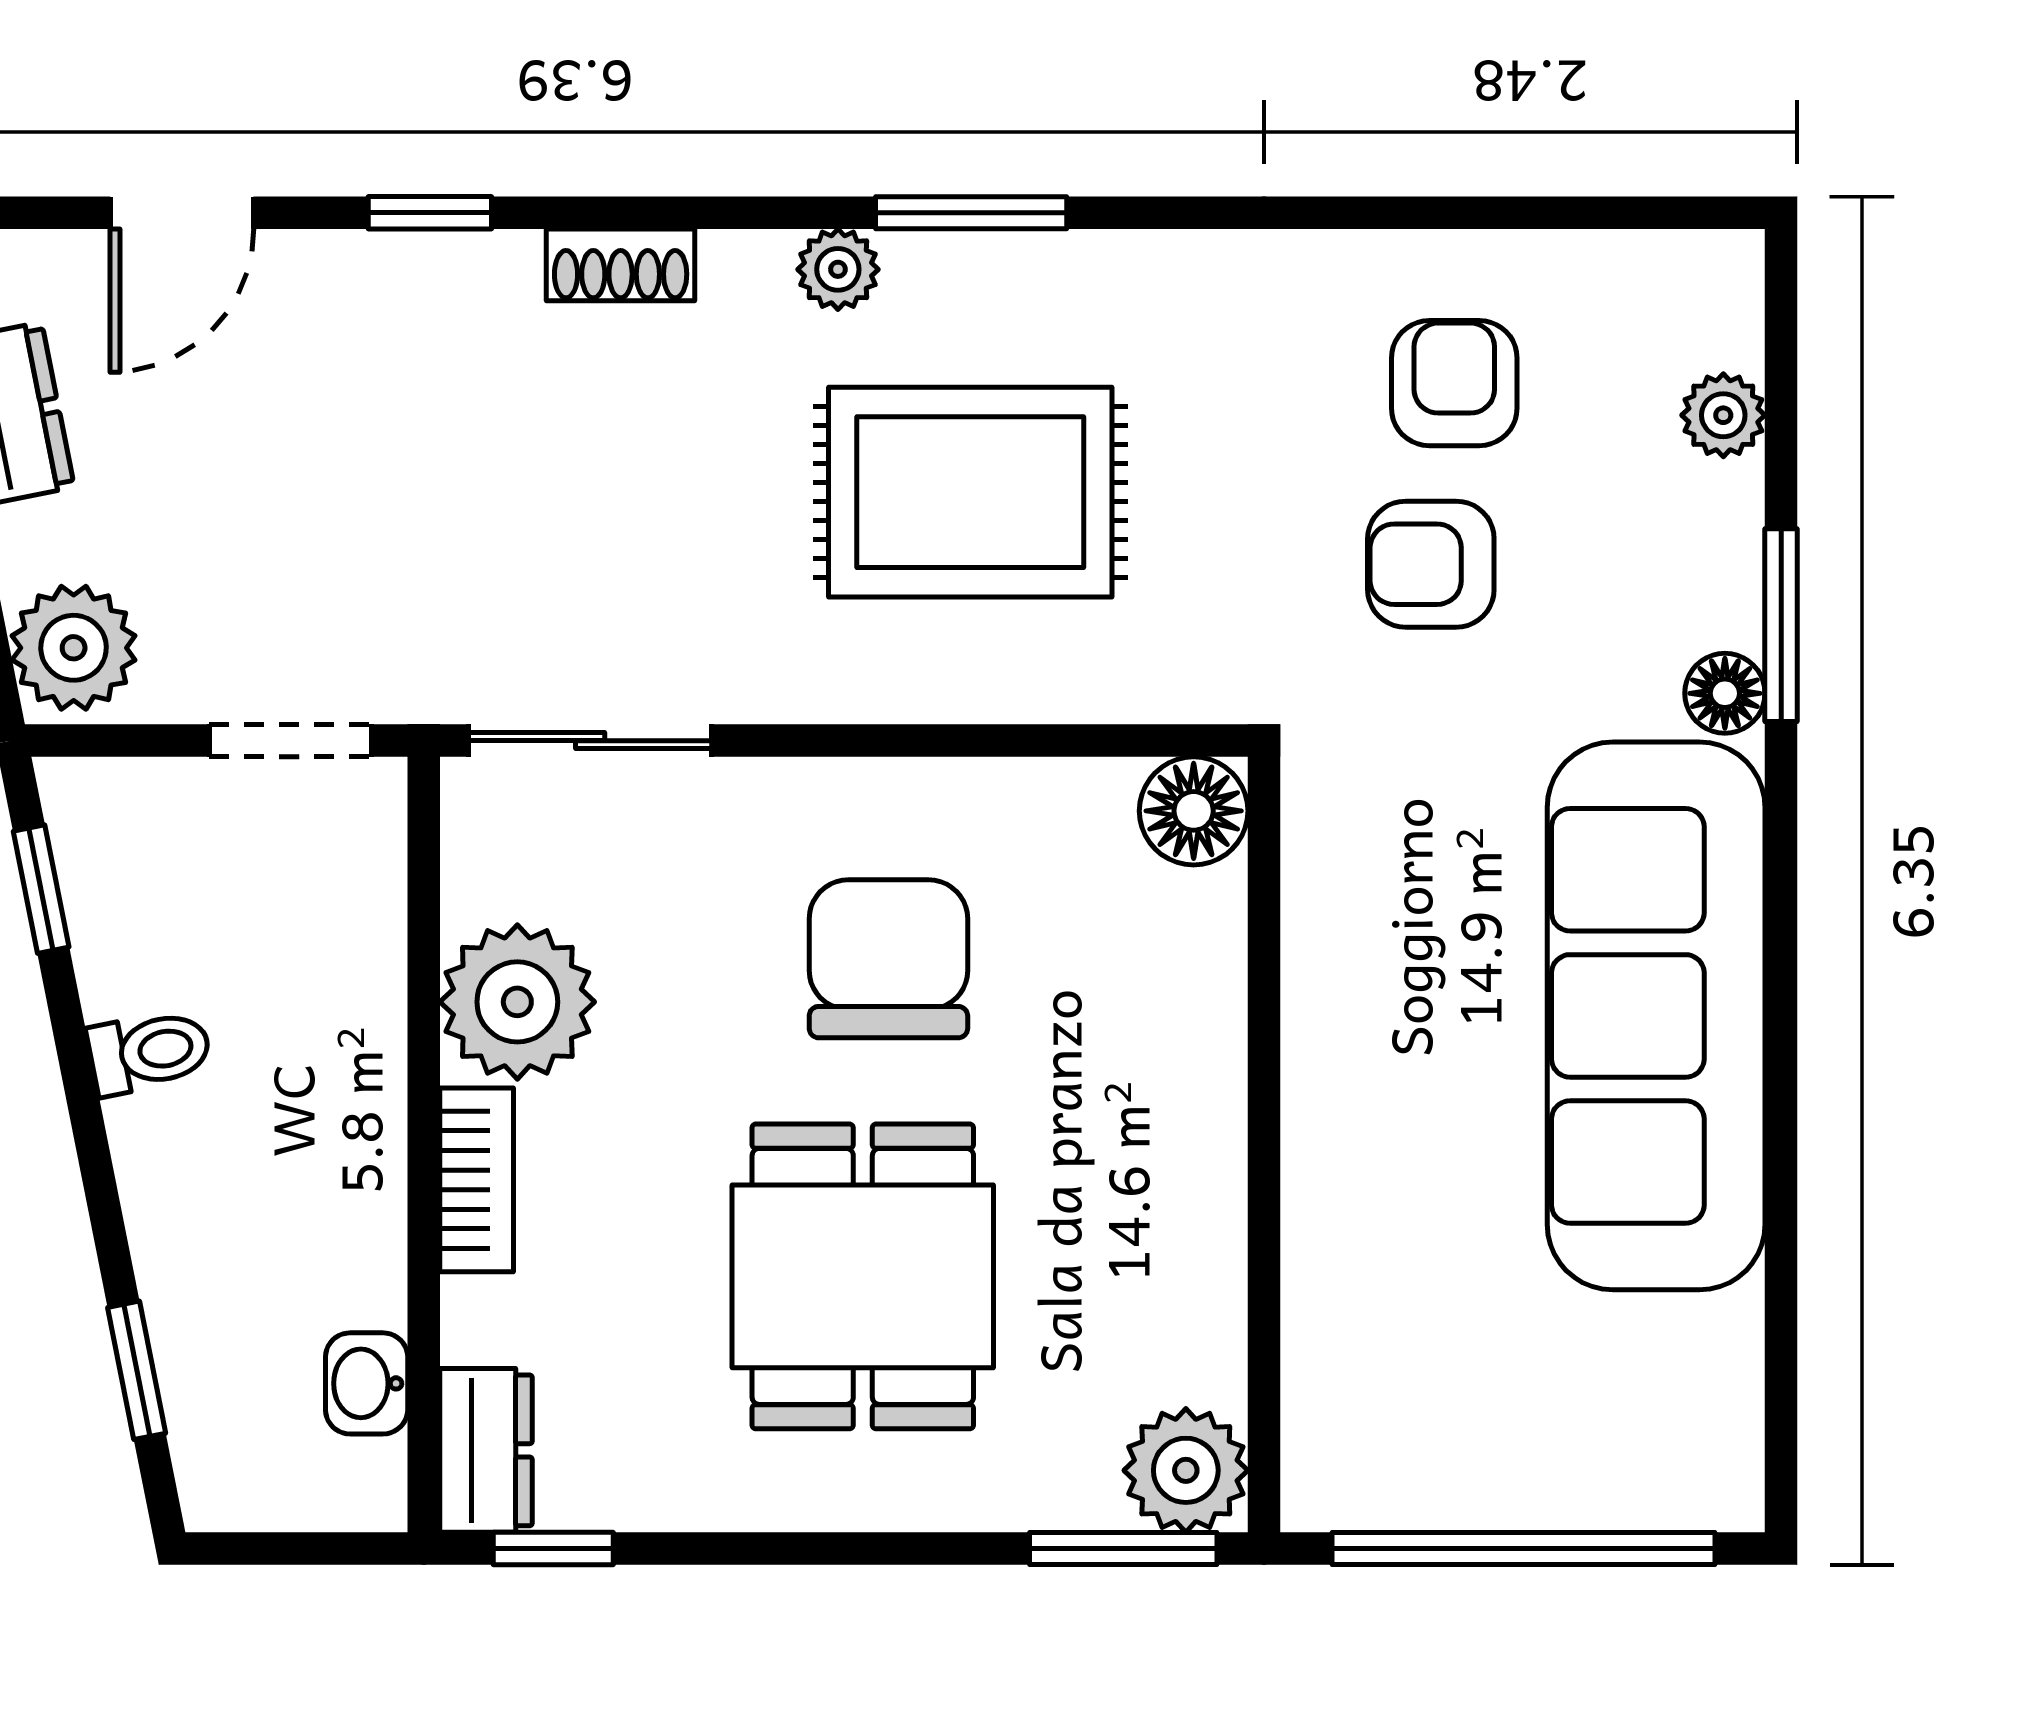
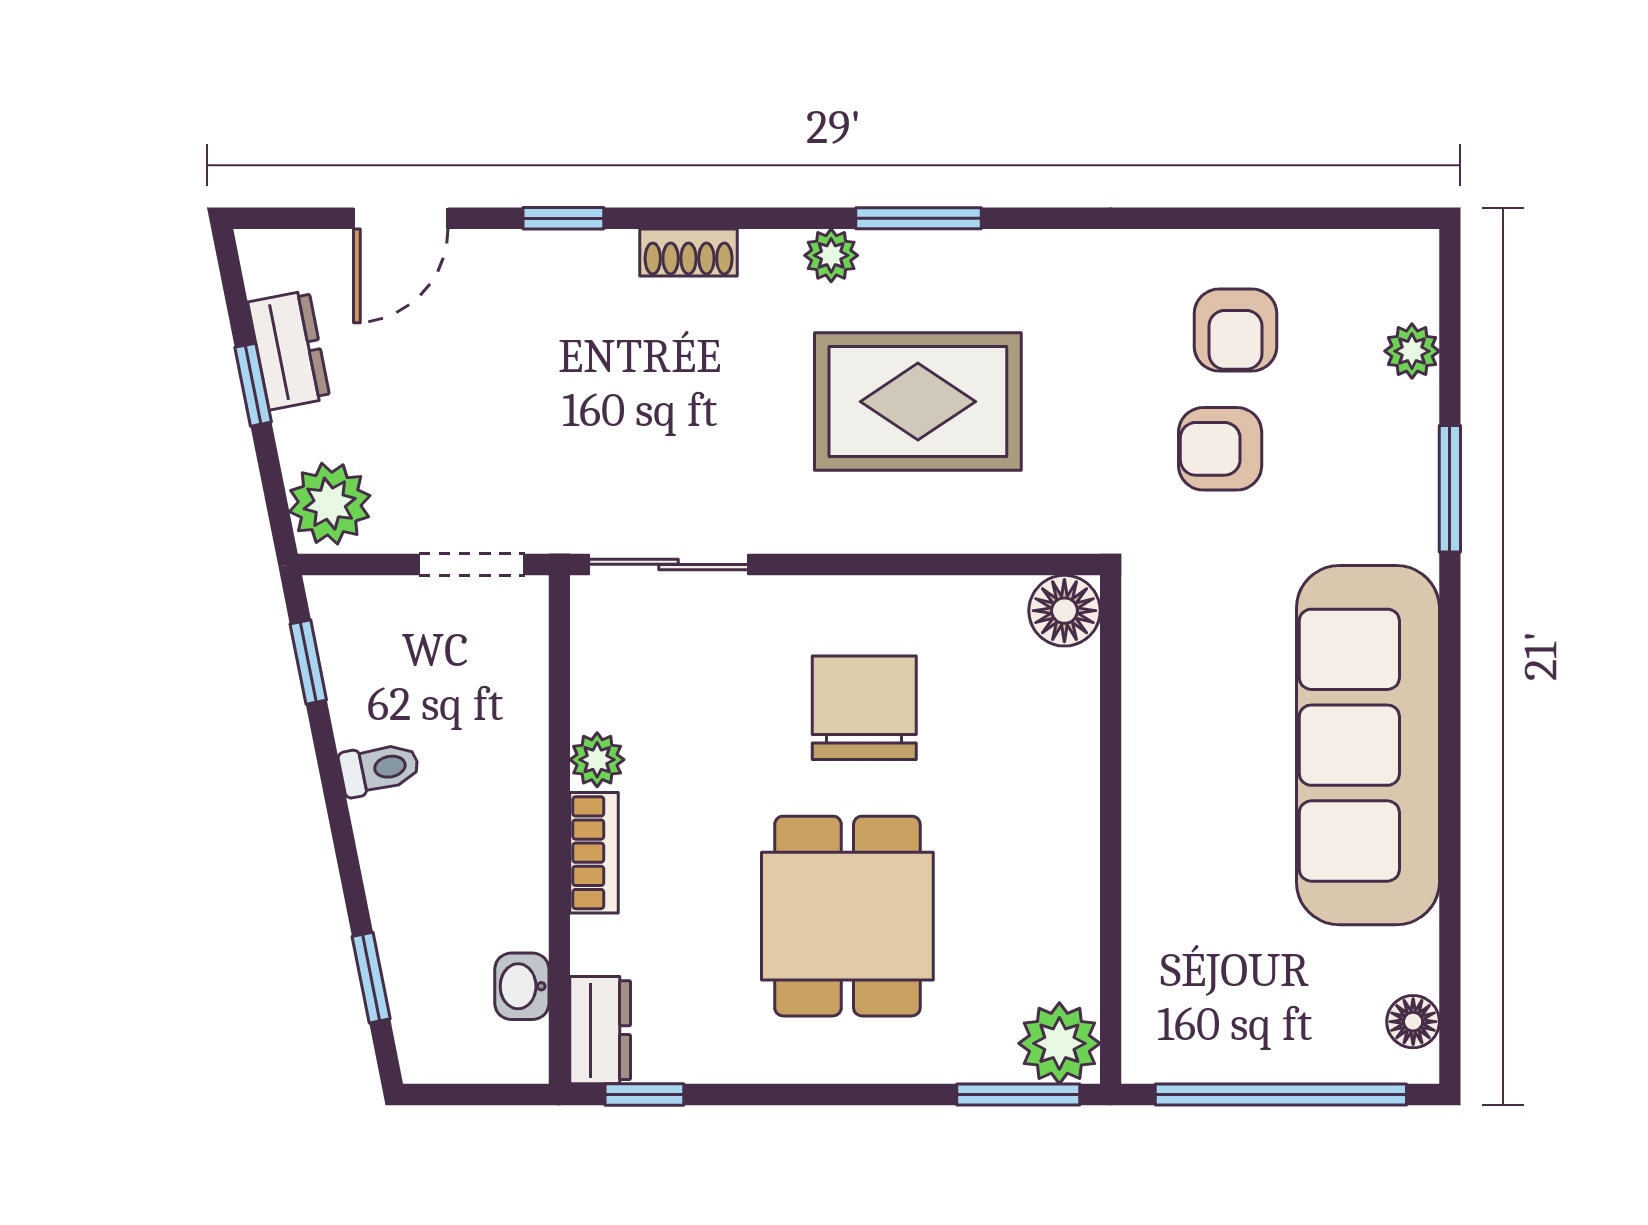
armchair: (1454, 383) -> (1235, 330), turned 180
floor lamp: (1725, 693) -> (1413, 1022), moved
plant: (517, 1002) -> (597, 760), width x0.53, depth x0.53

